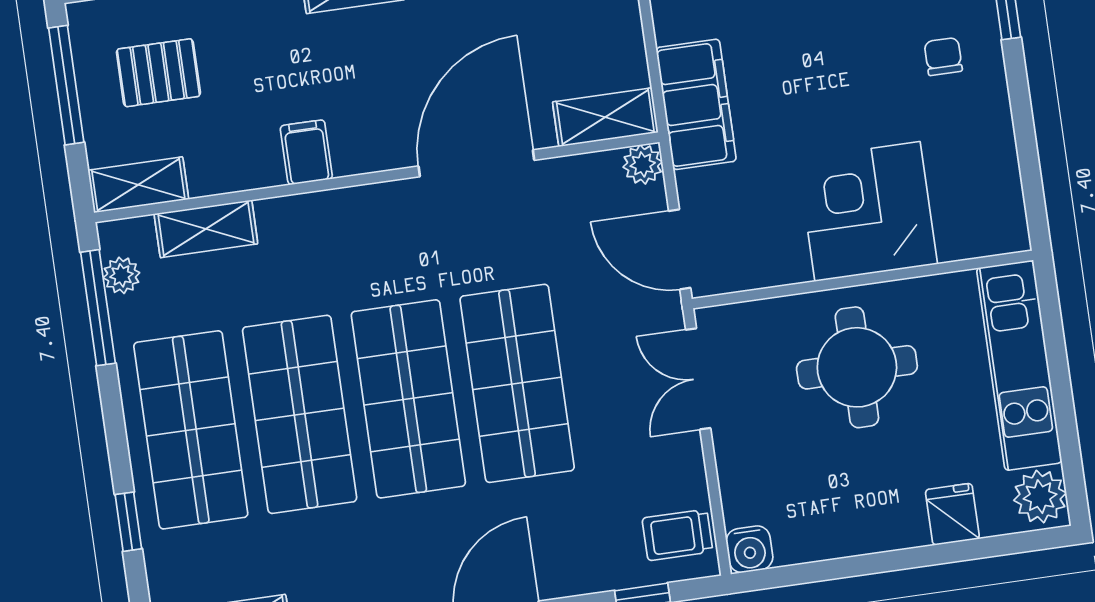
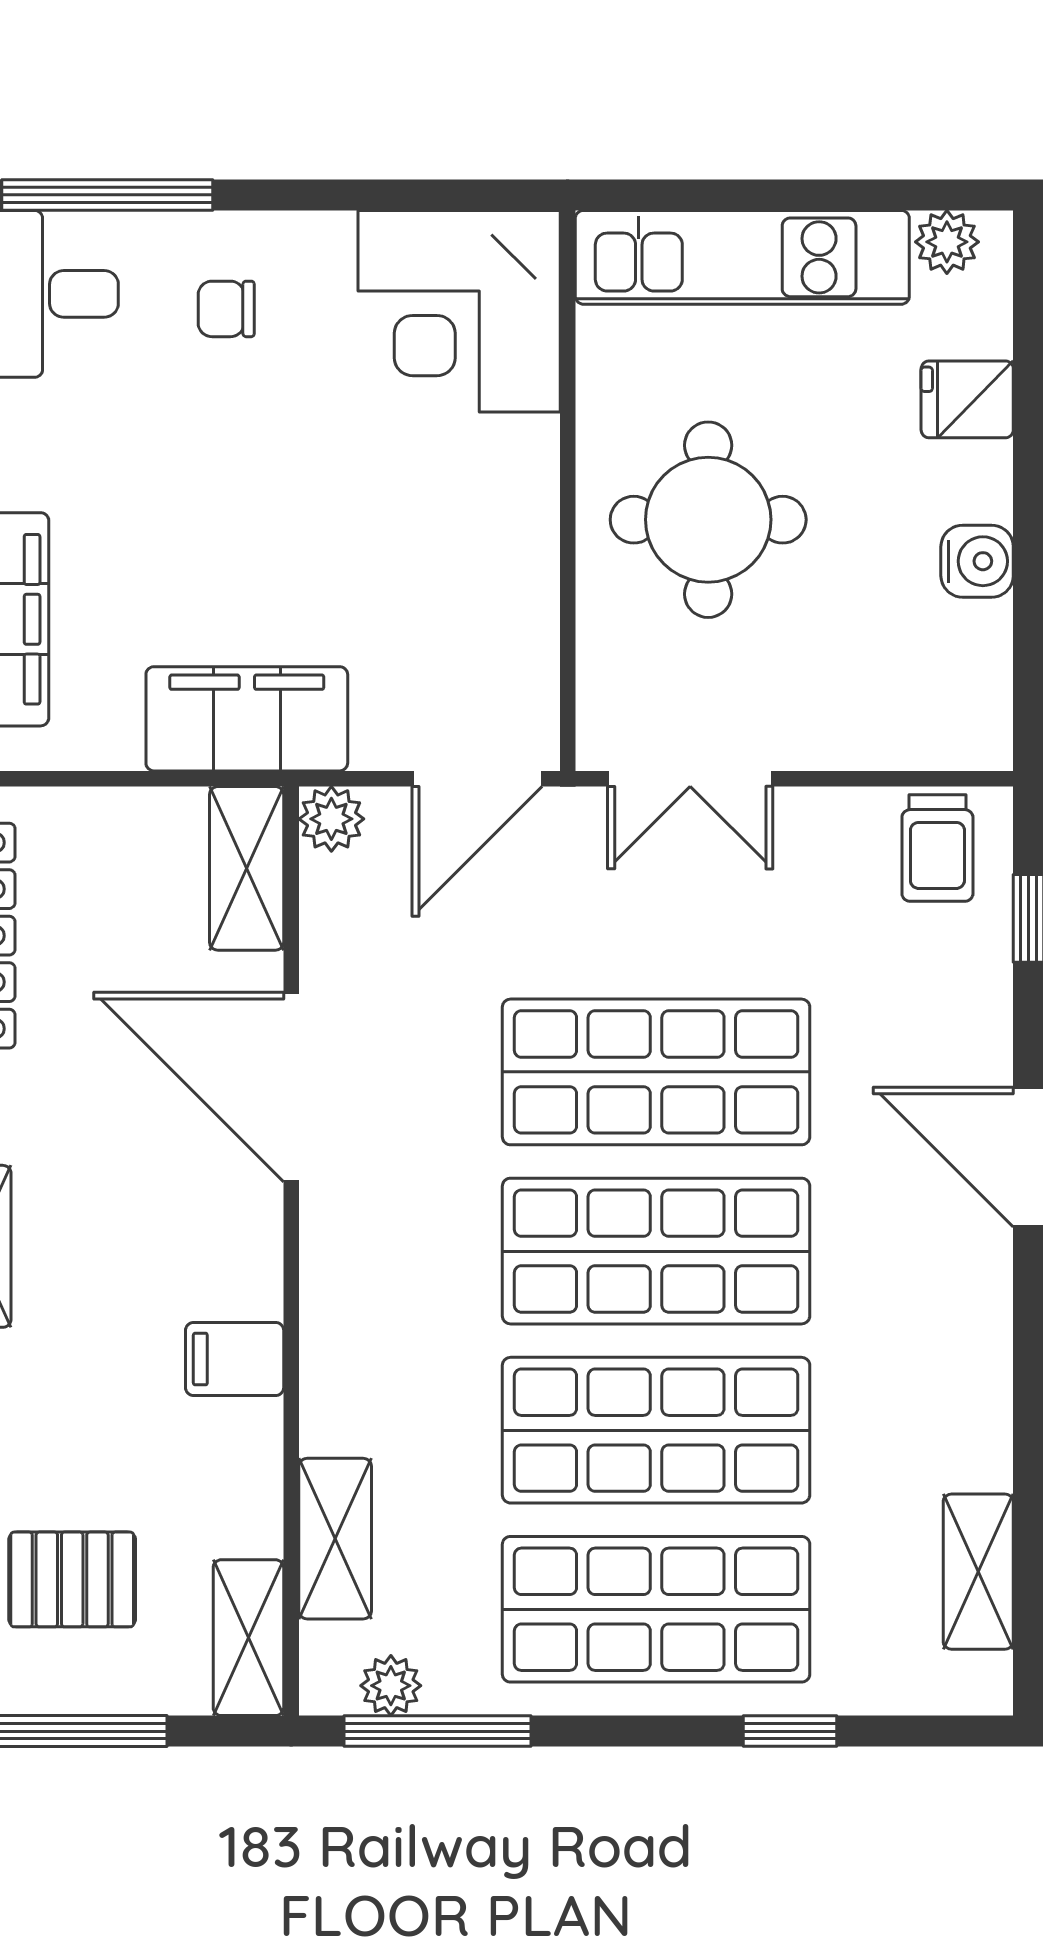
pallet: (158, 73) -> (72, 1579), turned 90
corner desk: (868, 211) -> (459, 311), moved
plant: (1040, 497) -> (947, 242), width x0.73, depth x0.73
water cooler: (749, 549) -> (977, 561), moved

